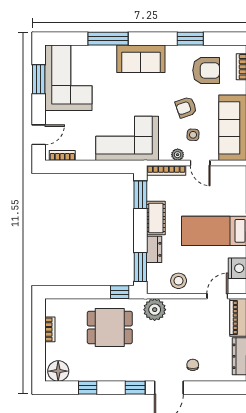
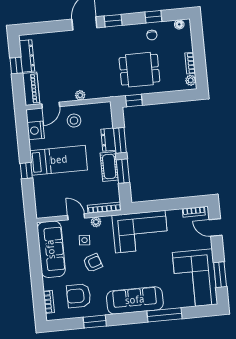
sofa: (141, 59) -> (135, 300), width x1.36
door: (39, 135) -> (216, 228), hinge flipped
window: (140, 195) -> (123, 171), moved
window: (140, 267) -> (120, 140), moved
stool: (179, 281) -> (74, 121), moved
plant: (51, 309) -> (191, 80), added
plant: (155, 310) -> (80, 95), moved, width x0.53, depth x0.53
chair: (193, 365) -> (152, 35), moved
floor lamp: (58, 371) -> (179, 24), width x0.53, depth x0.53

